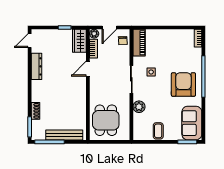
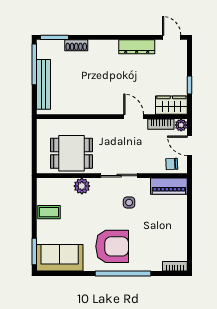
dining table: (106, 120) -> (71, 153), moved

